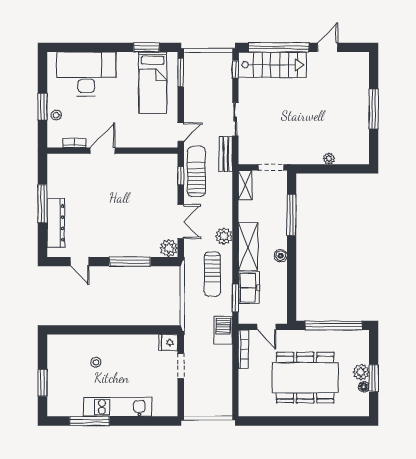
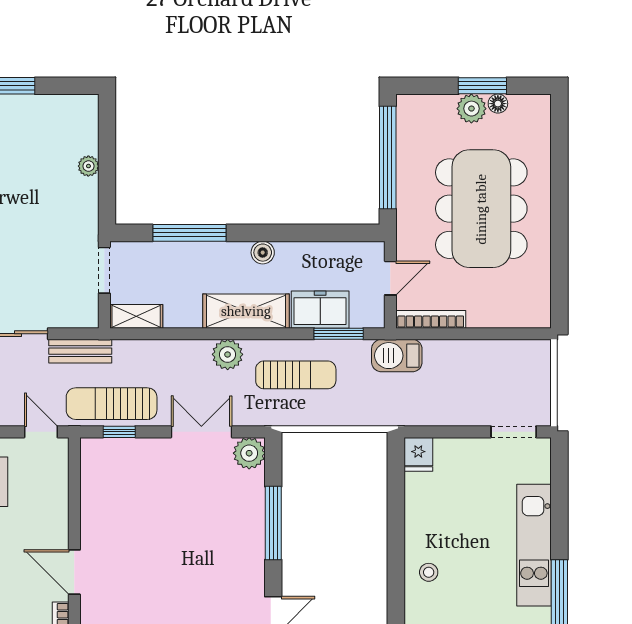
stool: (96, 362) -> (429, 572), moved
doorway: (181, 366) -> (514, 432), moved

